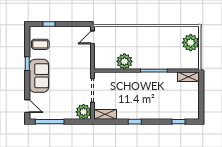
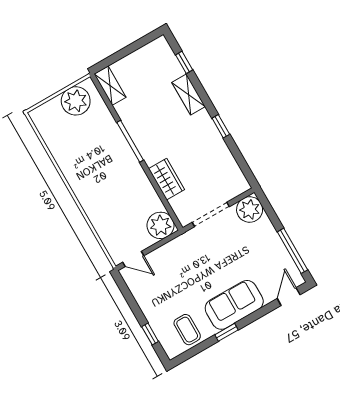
plant: (191, 43) -> (76, 101), moved
plant: (124, 61) -> (161, 225), moved
wardrobe: (124, 78) -> (166, 179), added
shelving: (105, 114) -> (188, 94), moved

